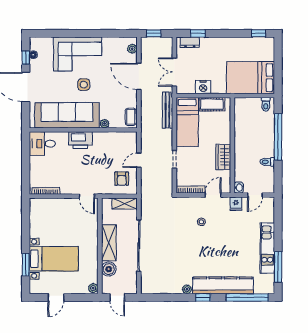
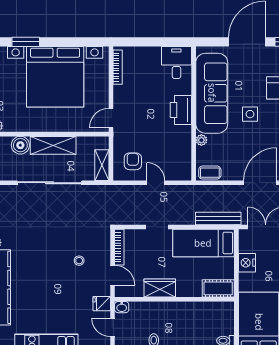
cot: (212, 104) -> (218, 288), moved, turned 90
armchair: (122, 179) -> (133, 161), turned 90
bed with nightstands: (54, 259) -> (55, 77), width x1.85

